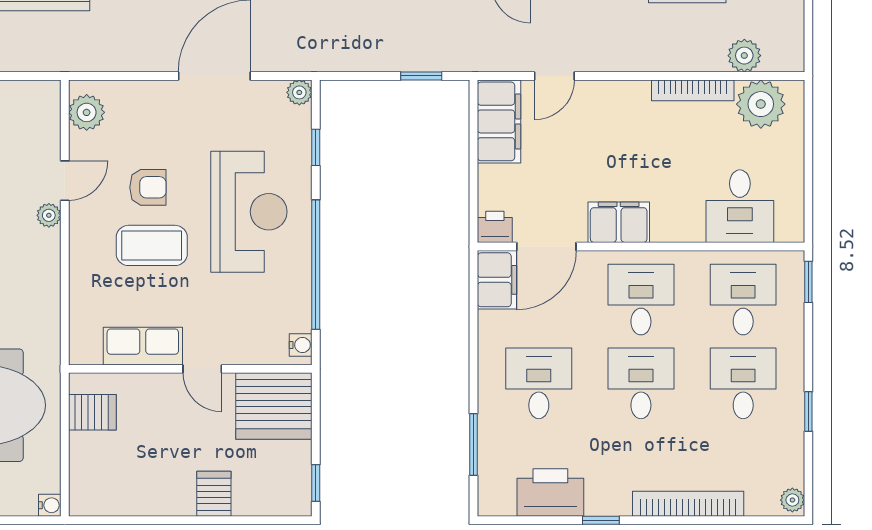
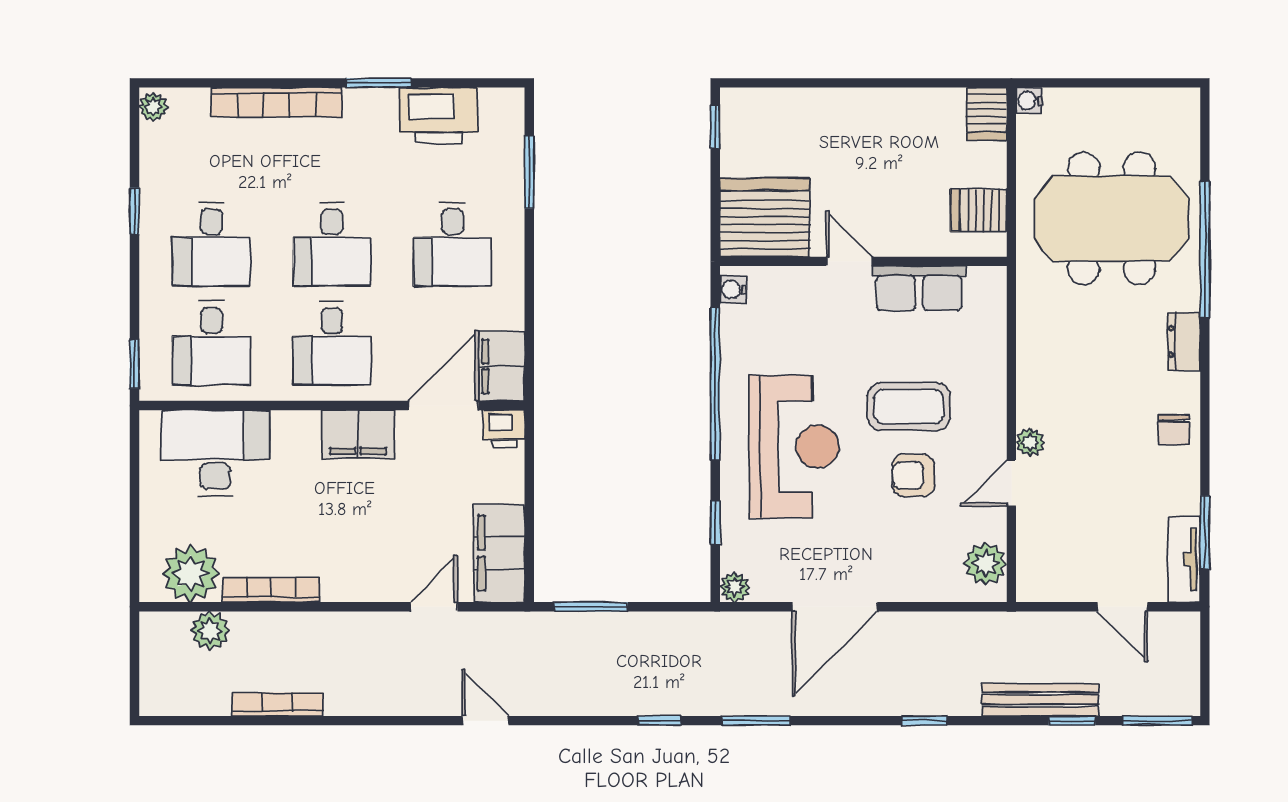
window: (421, 76) -> (591, 607), width x1.50
desk: (740, 206) -> (215, 453), width x1.37
reception desk: (249, 212) -> (794, 447), turned 180
server rack: (214, 494) -> (987, 114), moved
window: (601, 520) -> (379, 83), width x1.50

